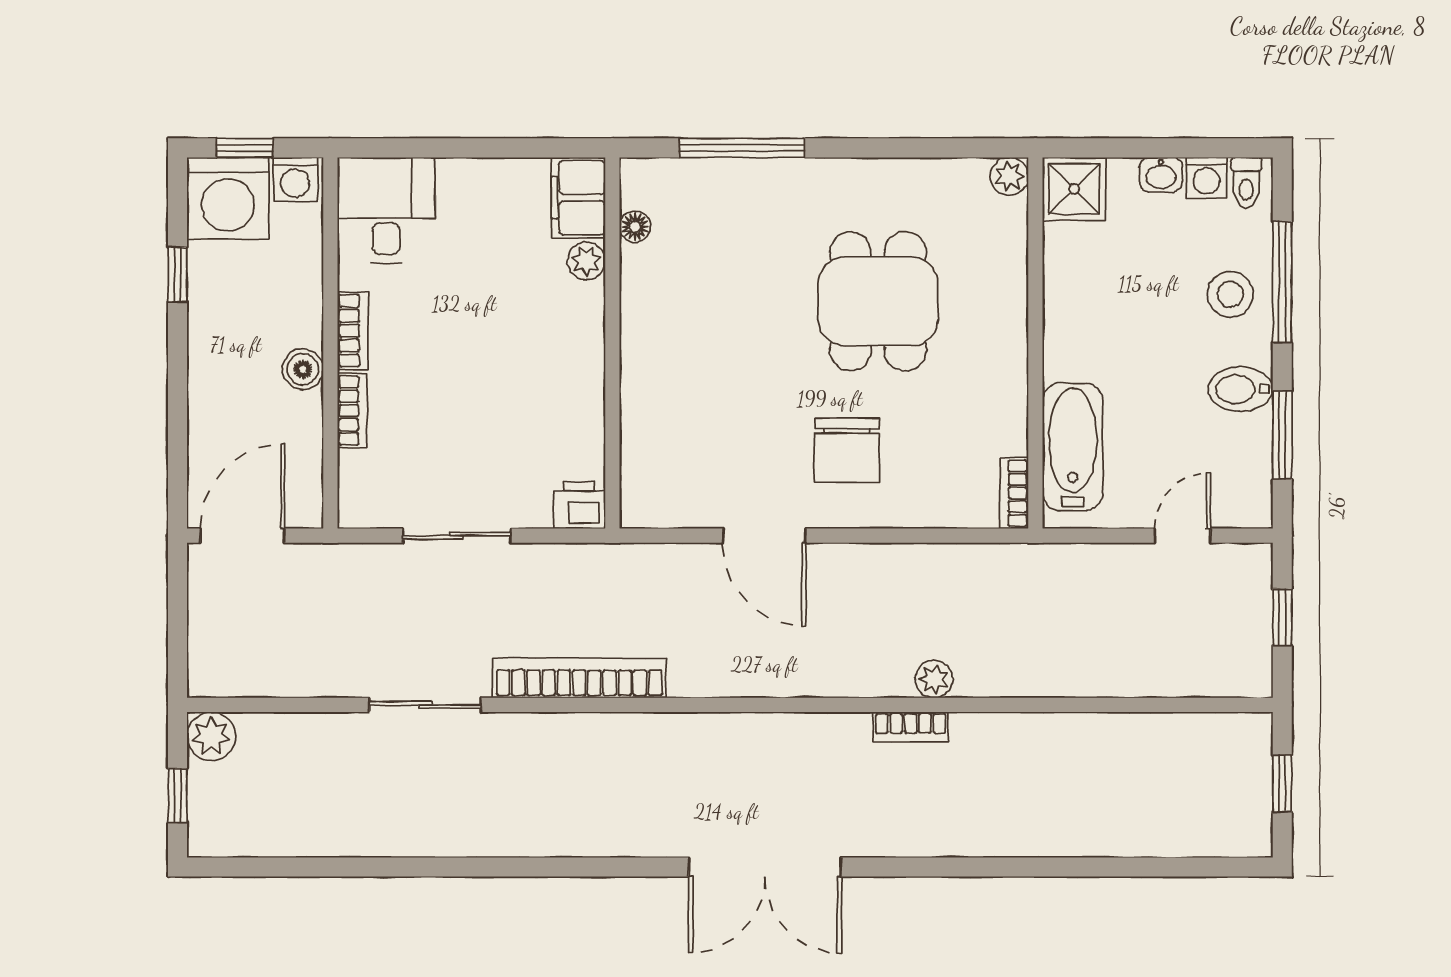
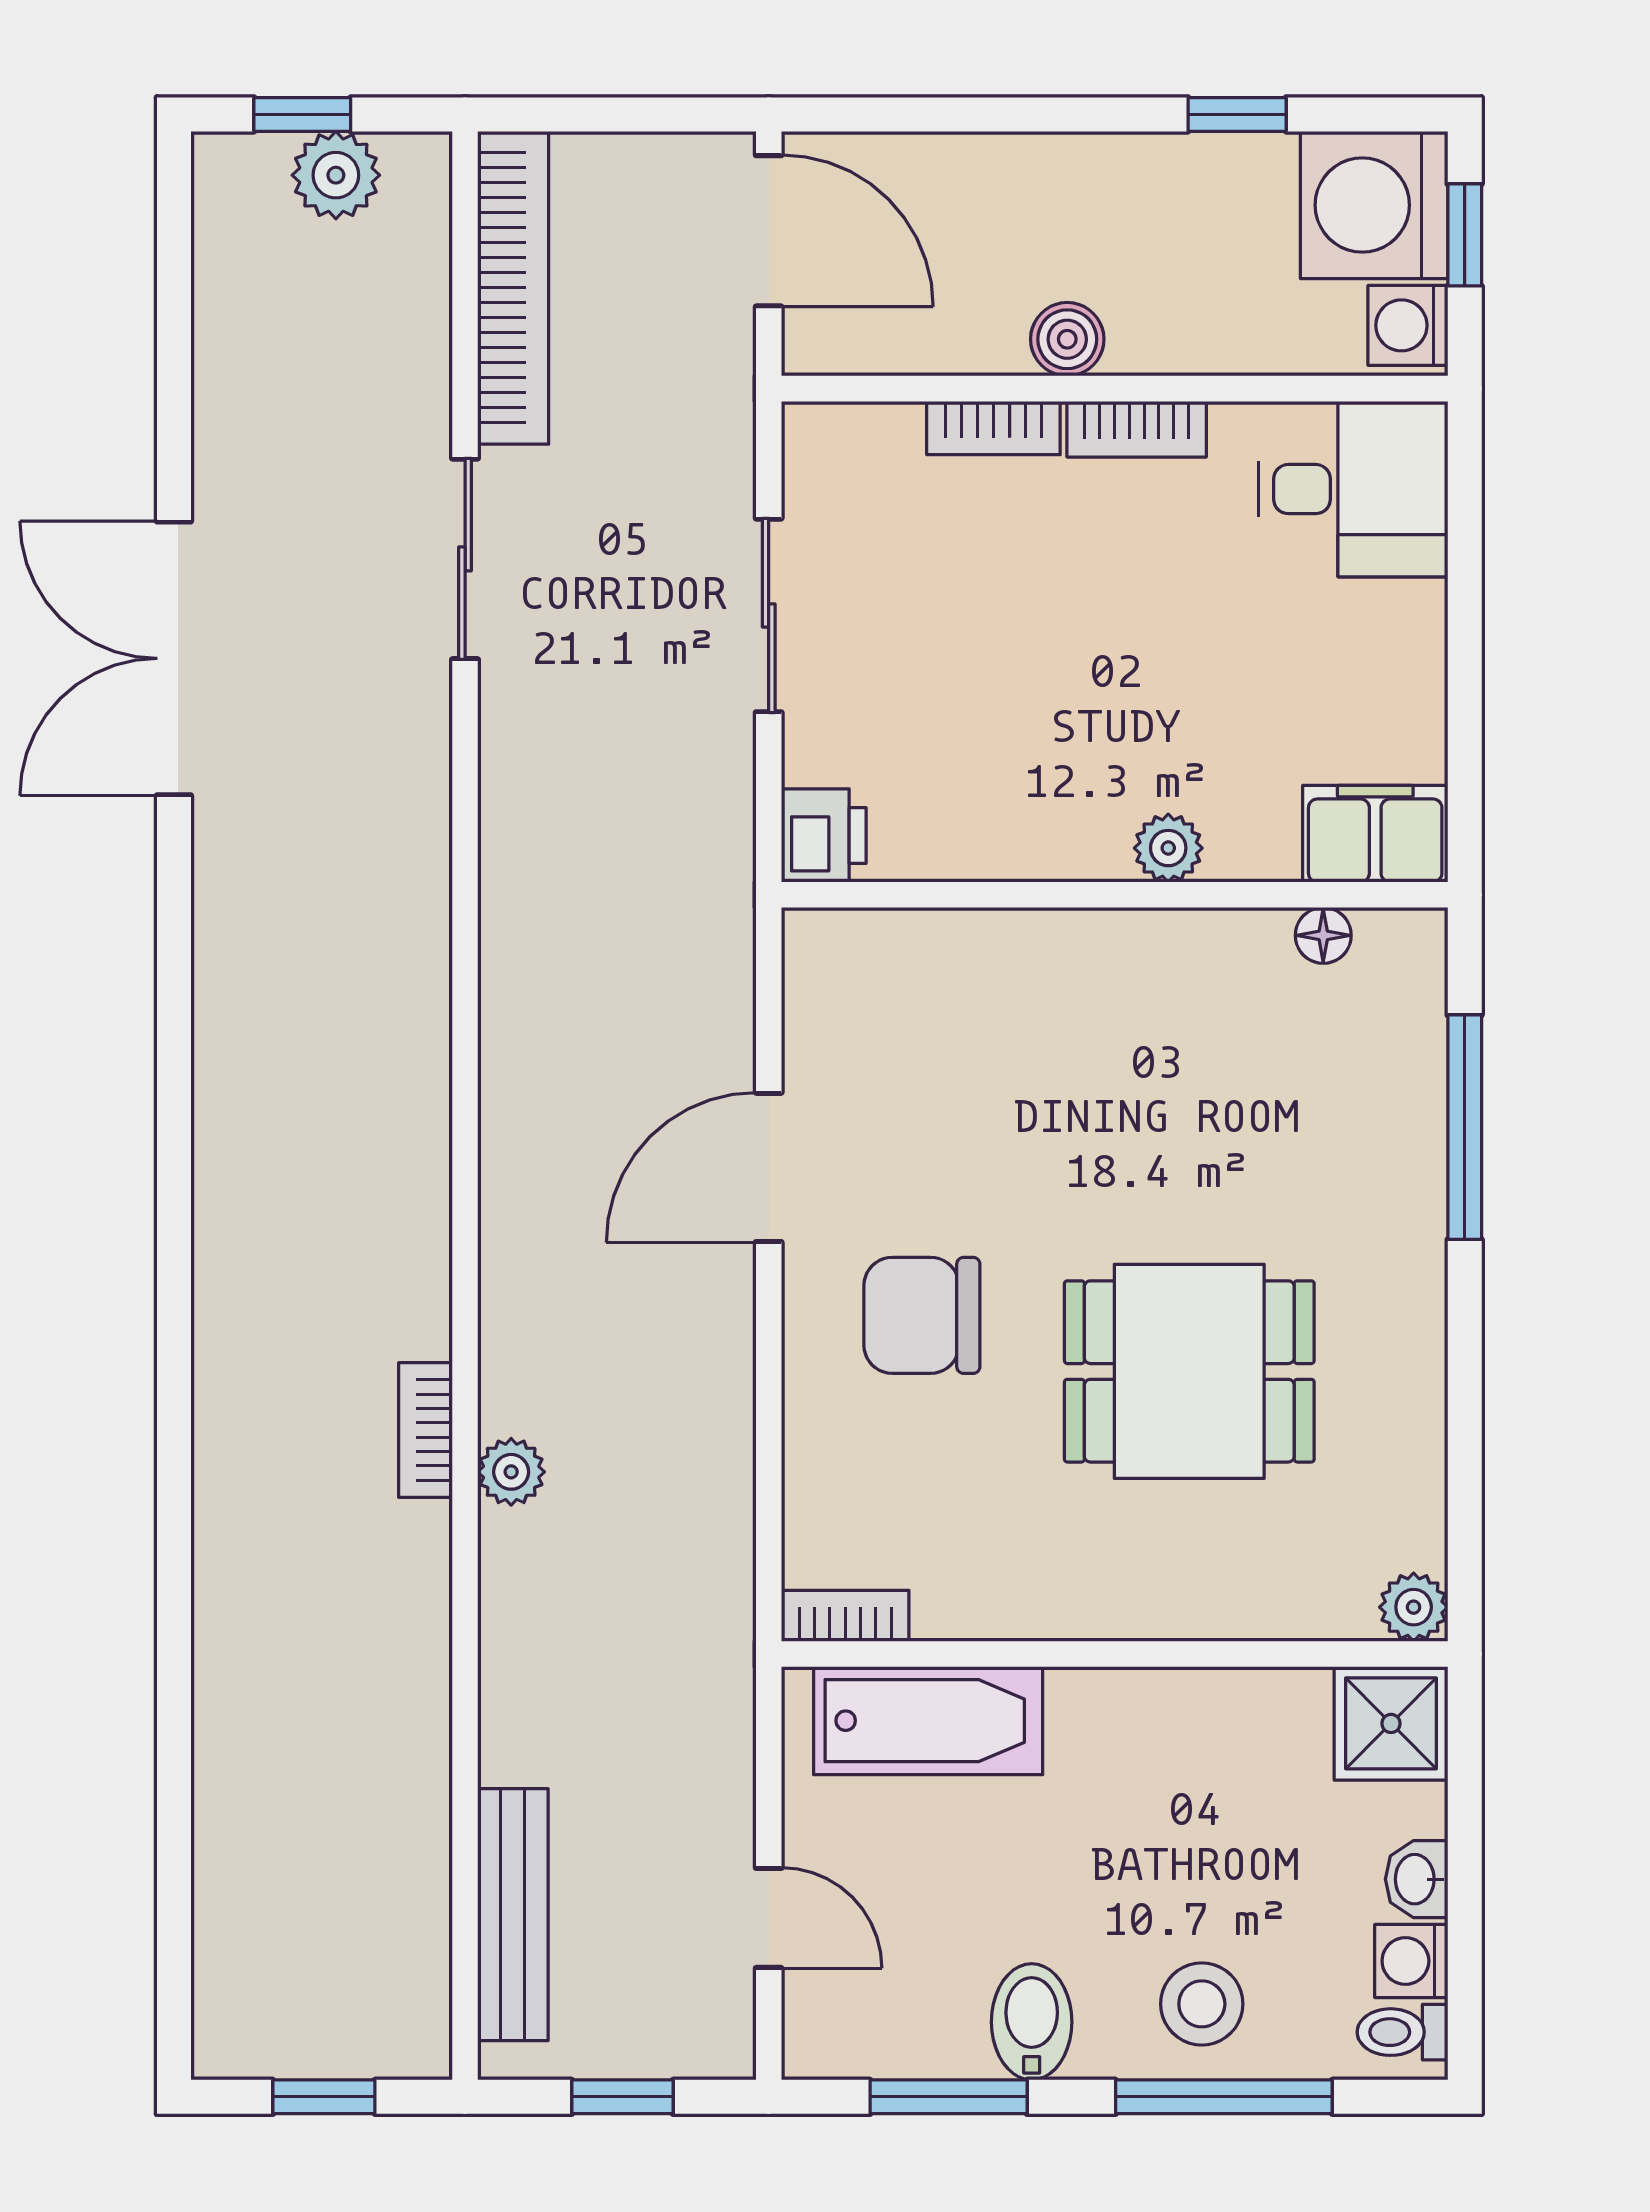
plant: (586, 261) -> (1168, 848), moved
bookcase: (579, 678) -> (513, 288), moved
bench: (1181, 678) -> (513, 1915), added
plant: (211, 736) -> (336, 175), moved
double door: (765, 867) -> (174, 658), moved

